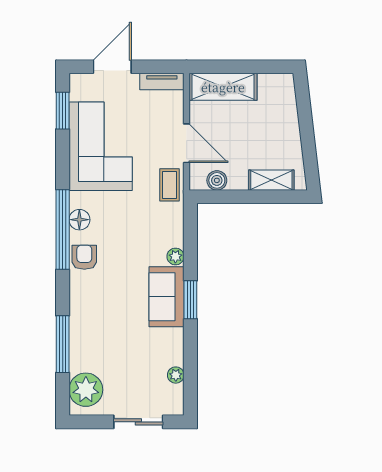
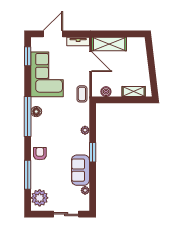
door: (187, 143) -> (91, 62), moved
armchair: (84, 257) -> (40, 154), moved
sofa: (167, 297) -> (80, 170), moved

